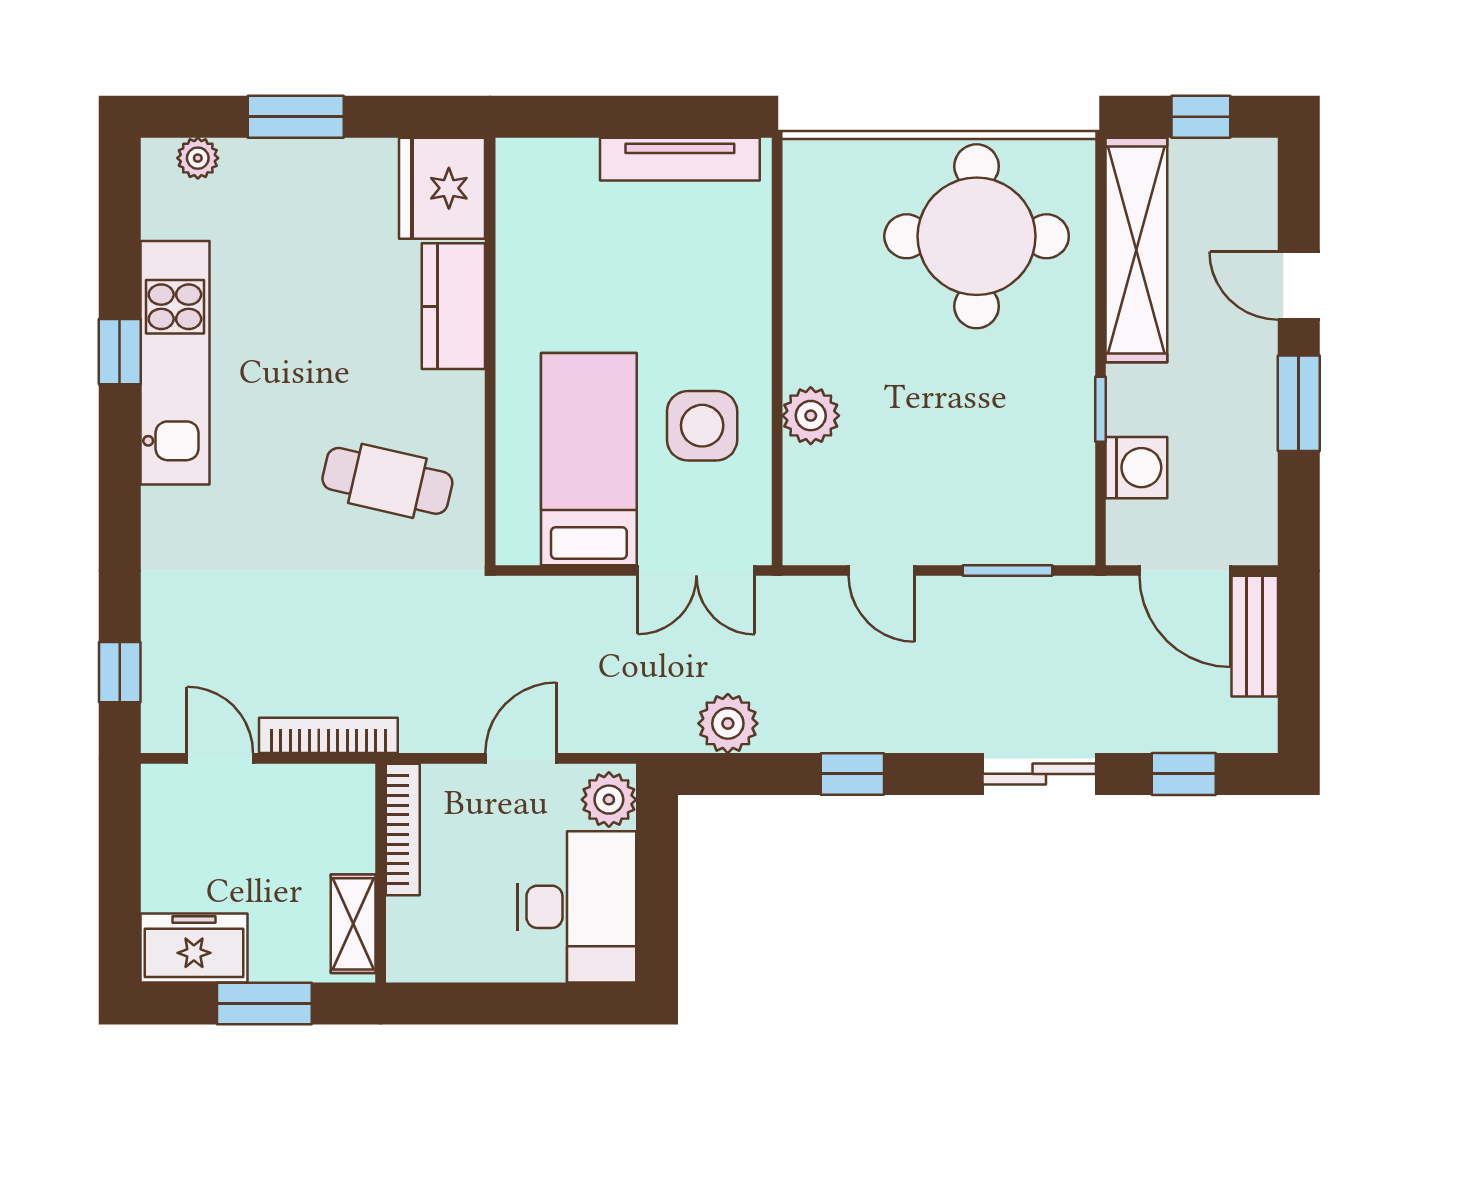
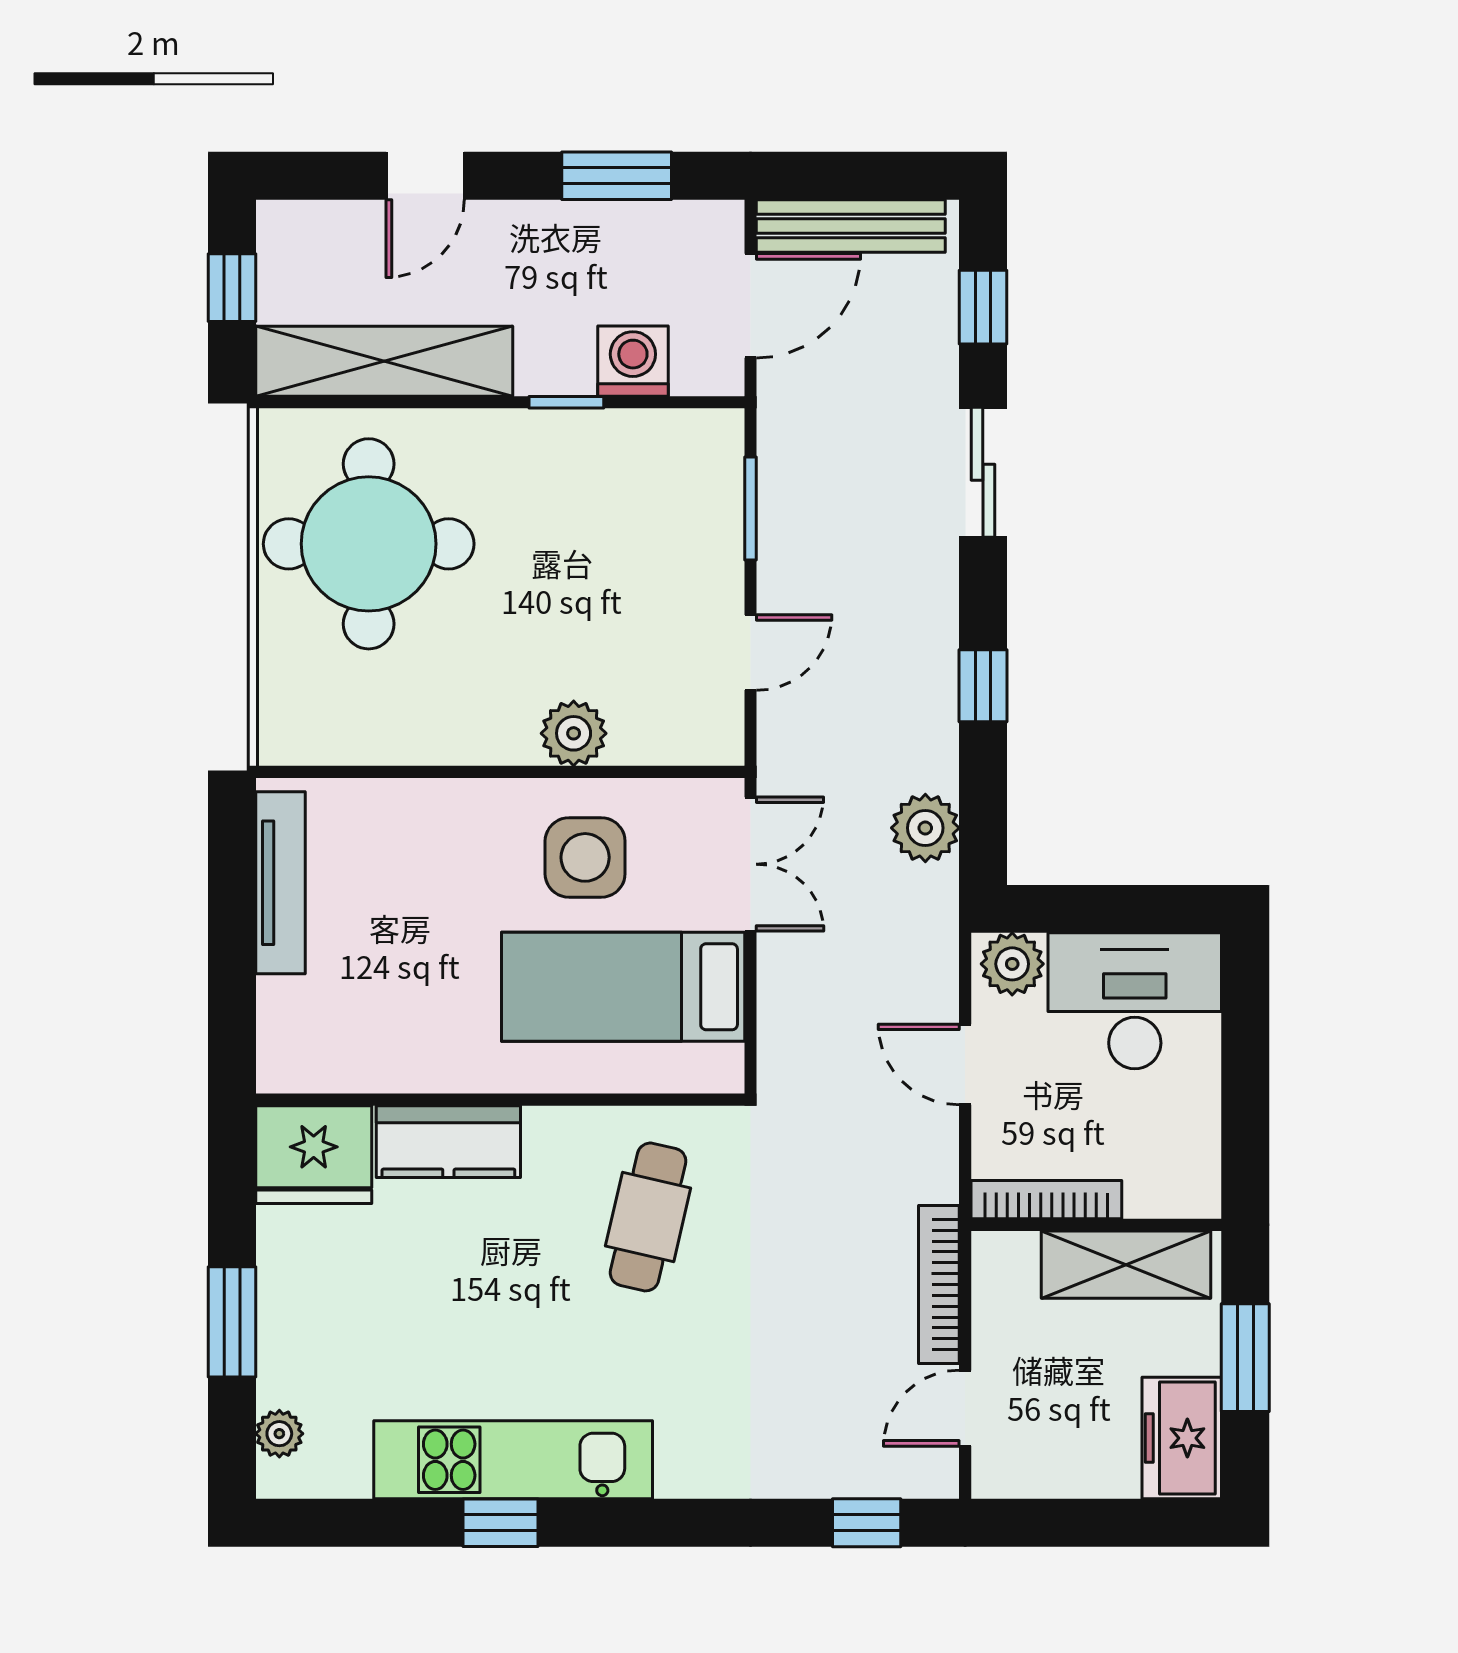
window: (1299, 403) -> (617, 176), moved
bench: (1255, 636) -> (851, 226), width x1.36
shelving: (353, 924) -> (1126, 1265), width x1.50, depth x1.33

